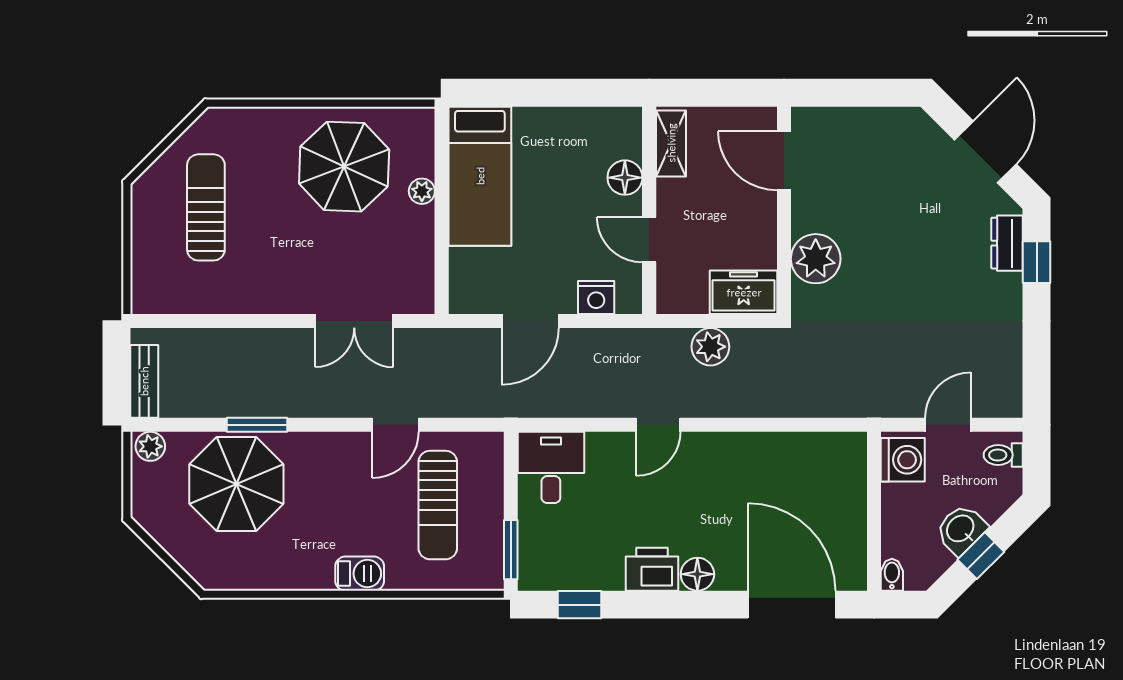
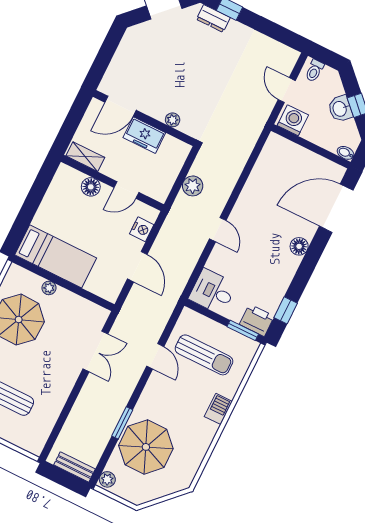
plant: (816, 259) -> (173, 120), width x0.53, depth x0.53
freezer: (744, 292) -> (144, 135), moved, turned -90
printer: (652, 569) -> (257, 320), moved, turned 90

